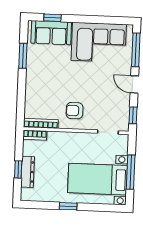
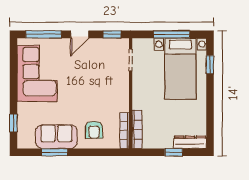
sofa: (51, 33) -> (56, 137), moved, turned -90
armchair: (75, 111) -> (94, 130), moved
bookcase: (35, 135) -> (137, 129), width x1.56
dresser: (28, 172) -> (190, 142), moved
window: (68, 206) -> (210, 65), moved

